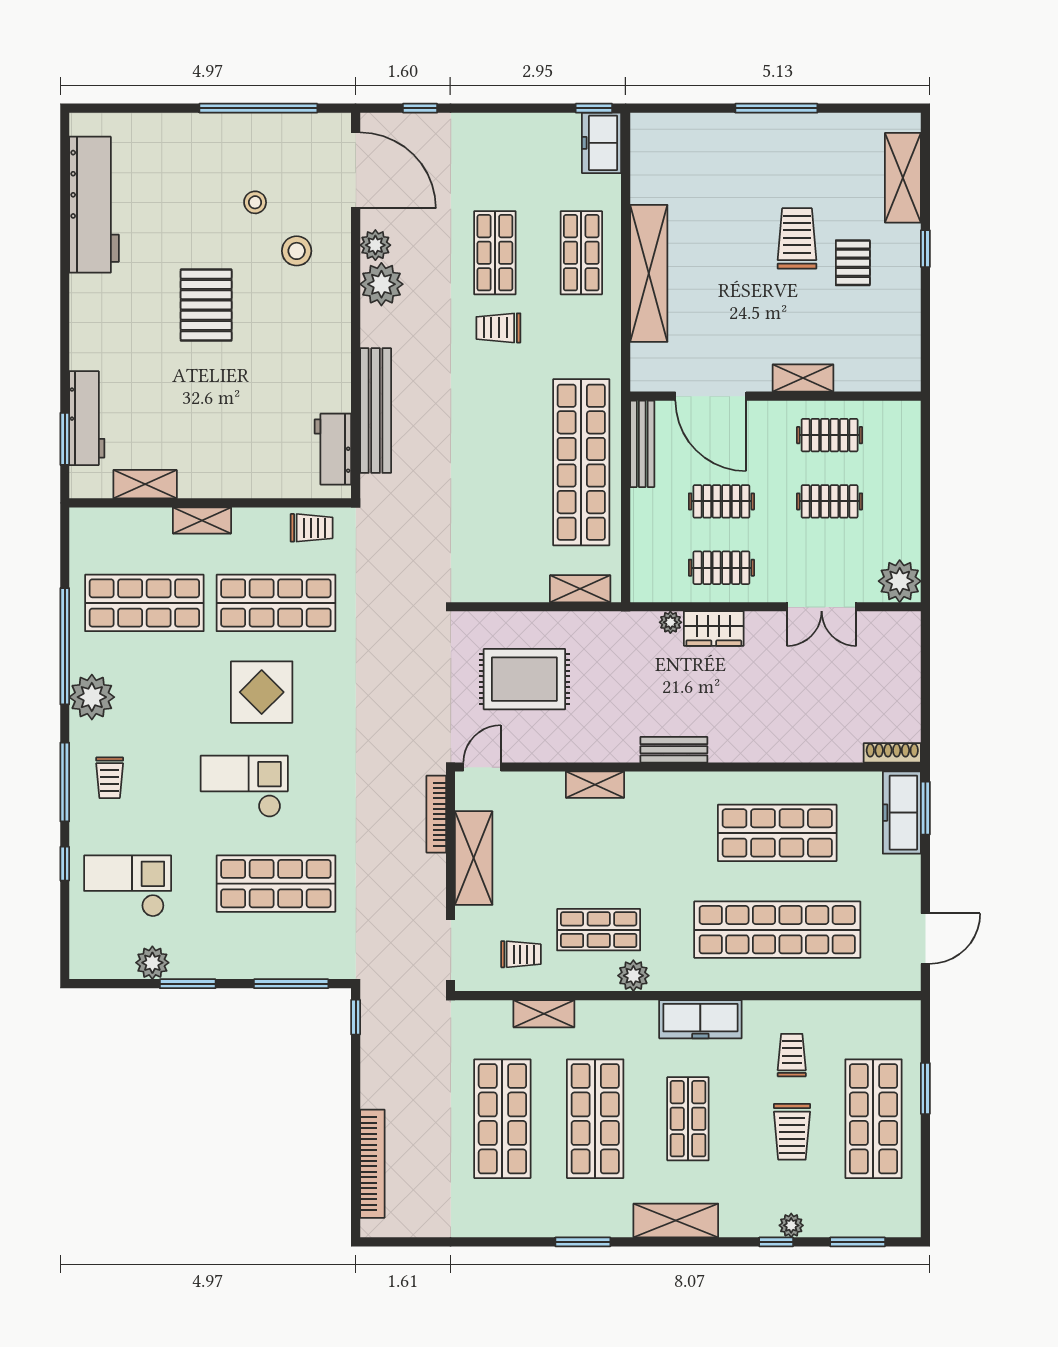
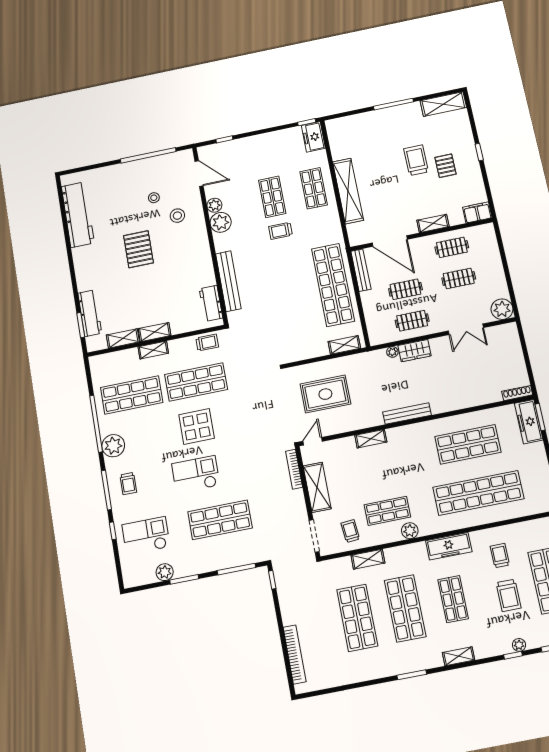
door: (356, 170) -> (199, 173), width x0.73
shelving: (903, 178) -> (443, 104), moved, turned 90
filing cabinet: (895, 374) -> (477, 212), added
shelving: (211, 484) -> (155, 332), added
bench: (674, 750) -> (407, 414), width x1.36
trolley: (521, 954) -> (350, 531), turned -95
shelving: (676, 1220) -> (458, 656), width x0.67, depth x0.75

